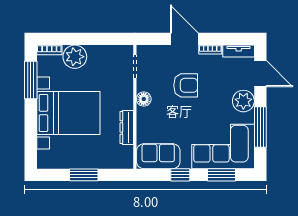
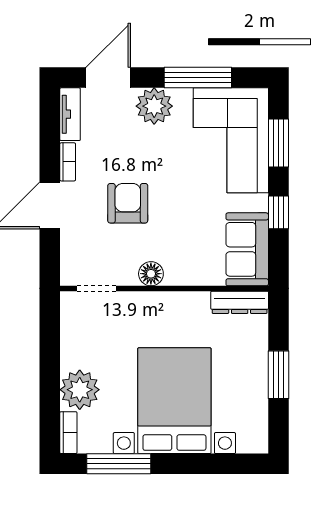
dresser: (127, 127) -> (240, 302), moved

